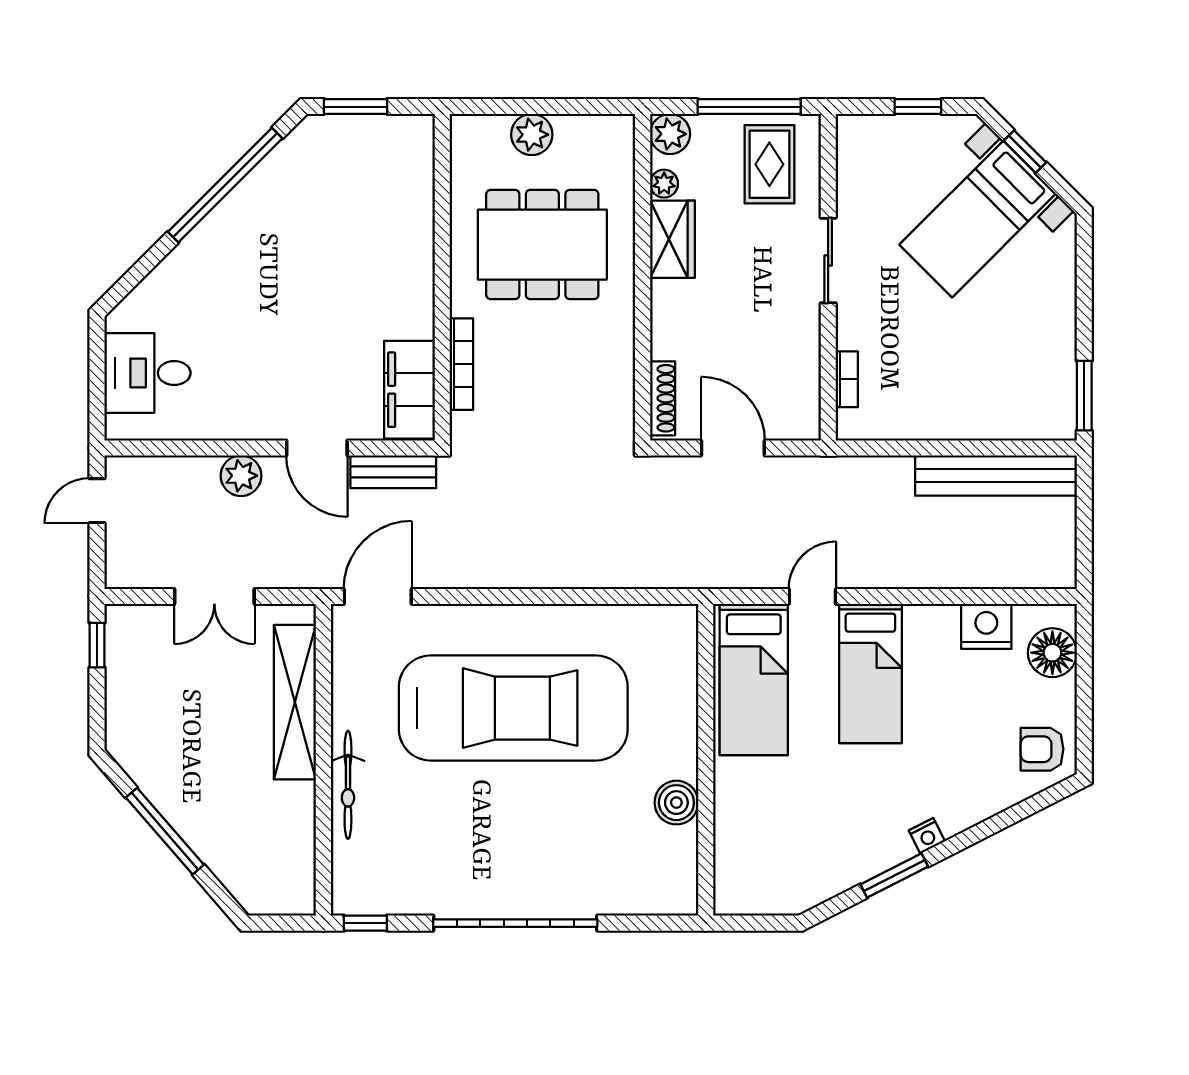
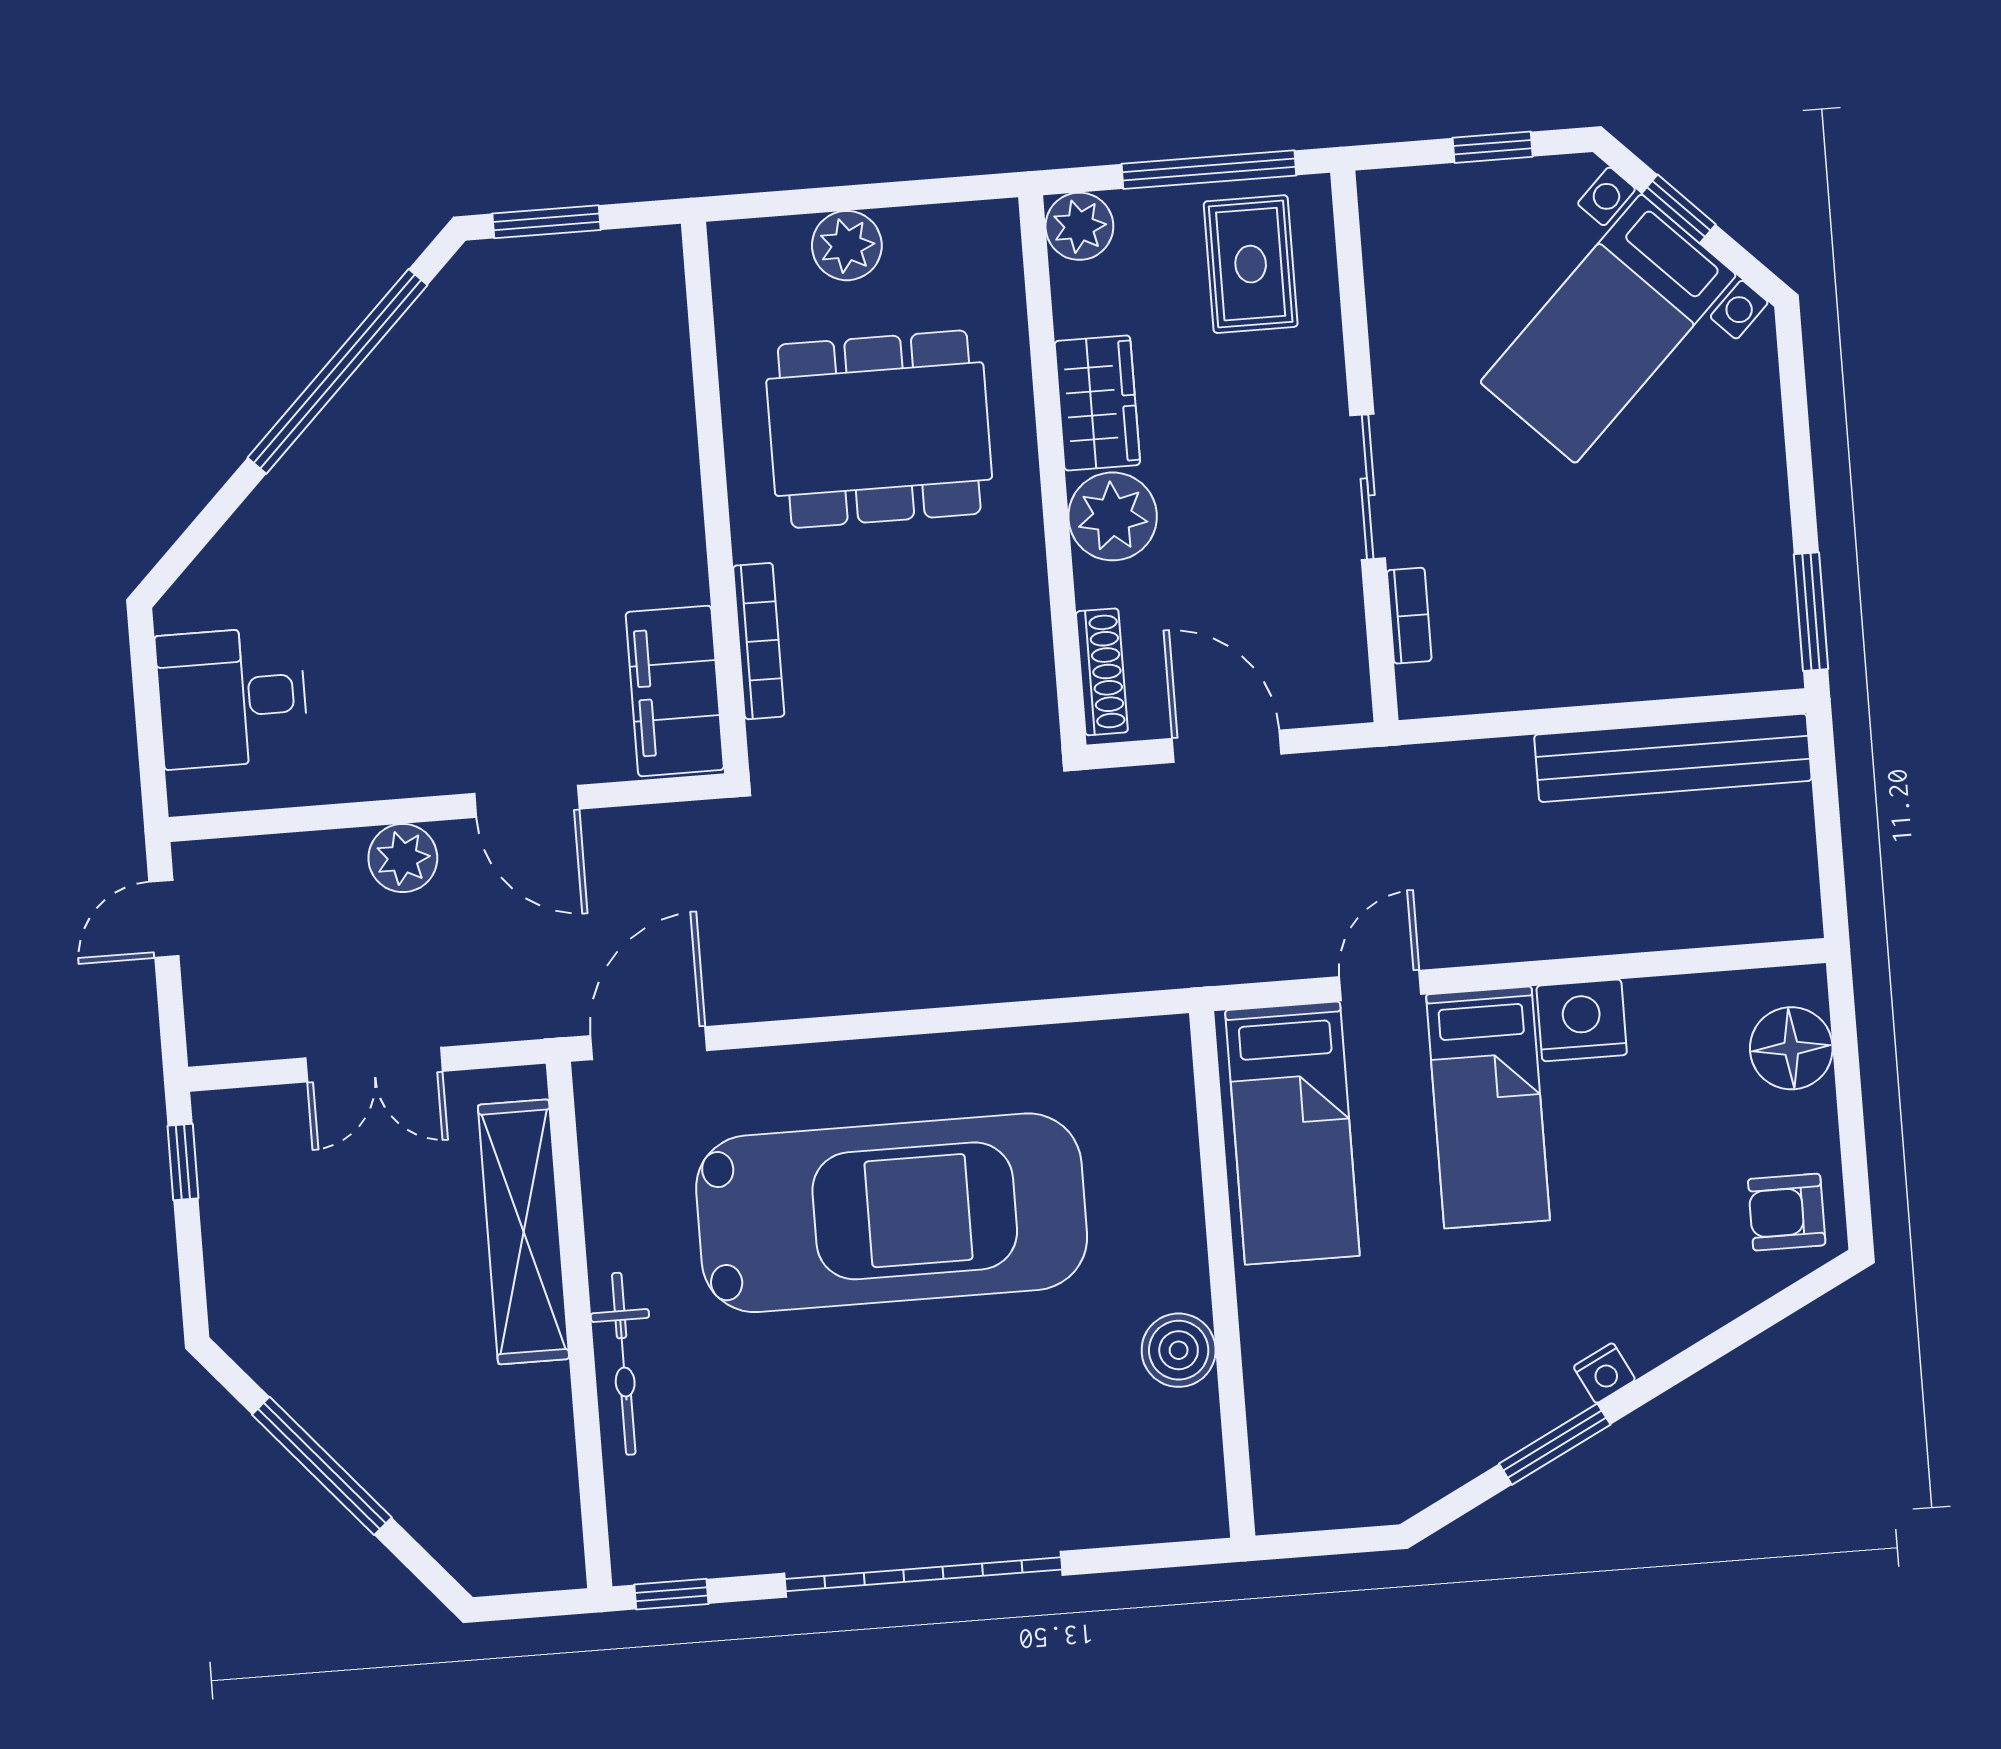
plant: (664, 184) -> (1113, 516), moved, width x1.87, depth x1.87
sliding door: (828, 260) -> (1368, 487), moved
bench: (393, 472) -> (658, 831), removed
nightstand: (986, 626) -> (1582, 1020), moved

